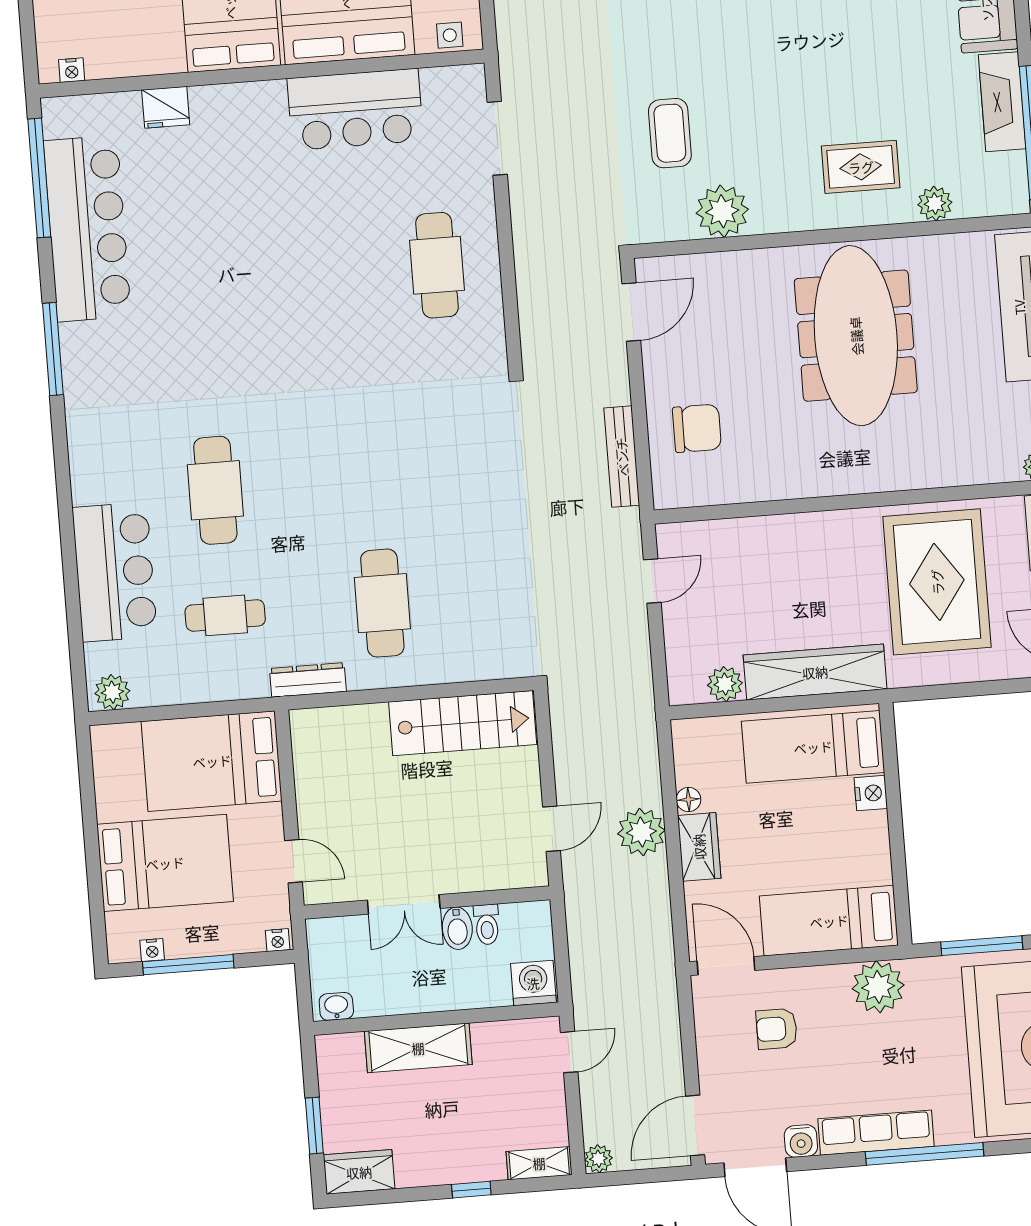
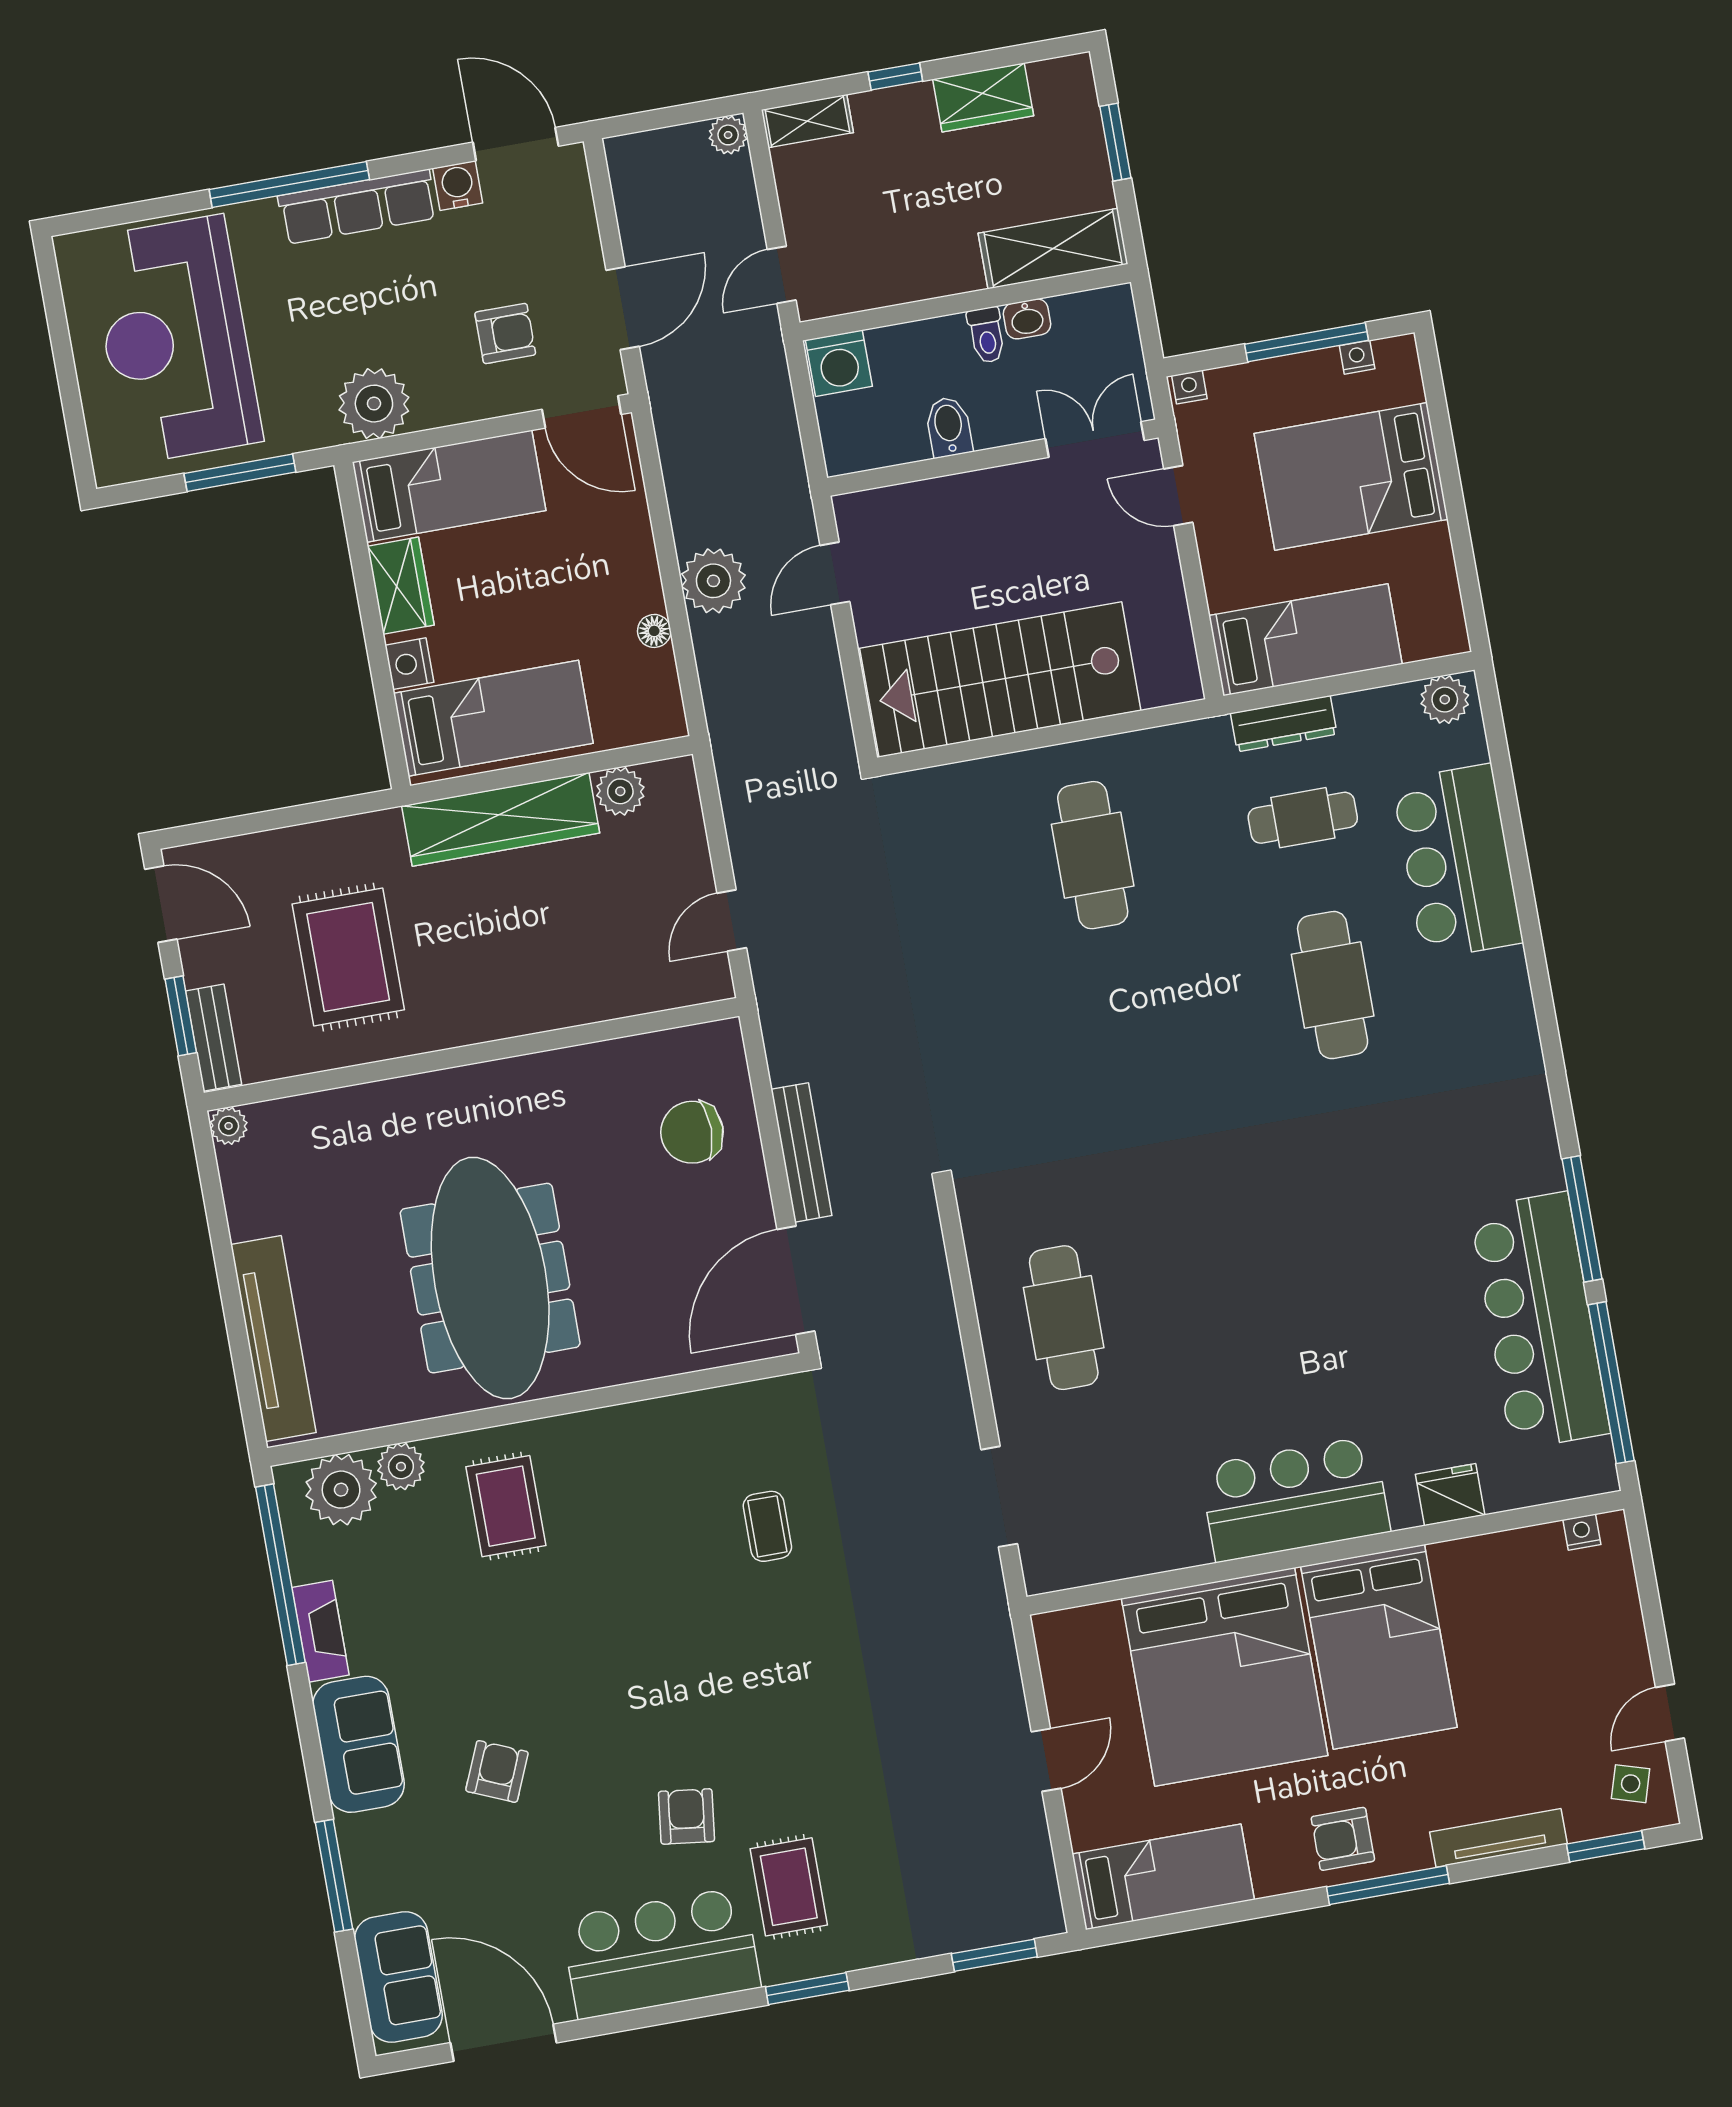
side table: (450, 35) -> (1077, 1629), removed
fireplace: (1002, 102) -> (320, 1631), width x0.73, depth x0.76
bar counter: (355, 109) -> (1295, 1499), moved
coffee table: (670, 133) -> (767, 1526), width x0.73, depth x0.77
rug: (861, 167) -> (506, 1506), turned 90
plant: (722, 211) -> (341, 1490), moved
door: (631, 312) -> (796, 1280), width x1.36
window: (53, 349) -> (1582, 1219), moved
bench: (622, 457) -> (801, 1152), moved
rug: (937, 582) -> (348, 957), width x0.73, depth x0.69
dresser: (308, 680) -> (1284, 724), moved
stairs: (463, 723) -> (1000, 679), width x1.36, depth x1.51
bed: (212, 761) -> (1305, 640), width x0.67
wardrobe: (699, 847) -> (401, 586), moved, turned 180
double door: (404, 904) -> (1095, 439), moved
toilet: (487, 924) -> (987, 335), moved, turned 180
washbasin: (336, 1006) -> (1027, 319), moved
shelving: (418, 1048) -> (1053, 249), moved
door: (695, 1125) -> (623, 308), moved
wardrobe: (359, 1172) -> (983, 97), moved

